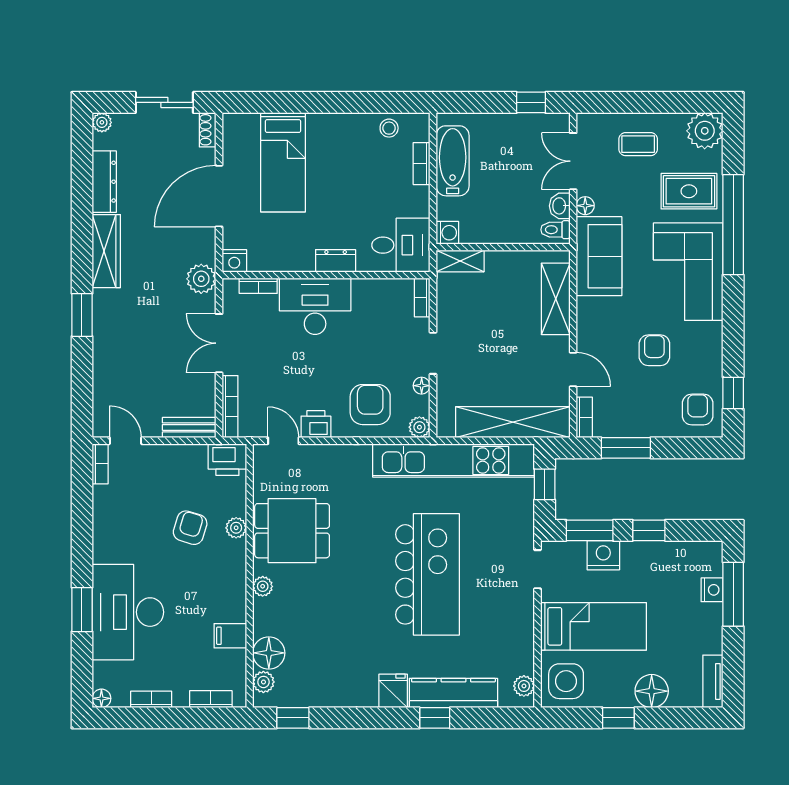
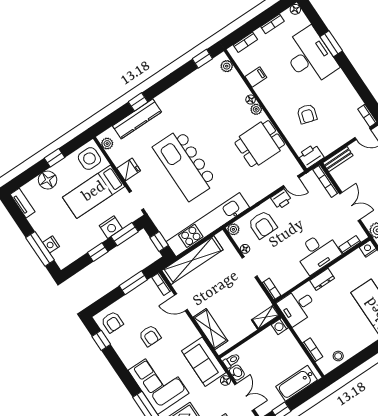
bathtub: (453, 161) -> (296, 383), moved, turned 90
plant: (236, 528) -> (286, 128), removed
floor lamp: (269, 653) -> (251, 100), moved, width x0.53, depth x0.53
fridge: (393, 691) -> (129, 169), moved, turned -90

